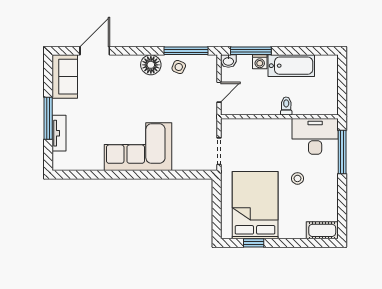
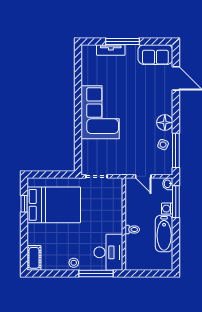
stool: (297, 178) -> (74, 263), moved

